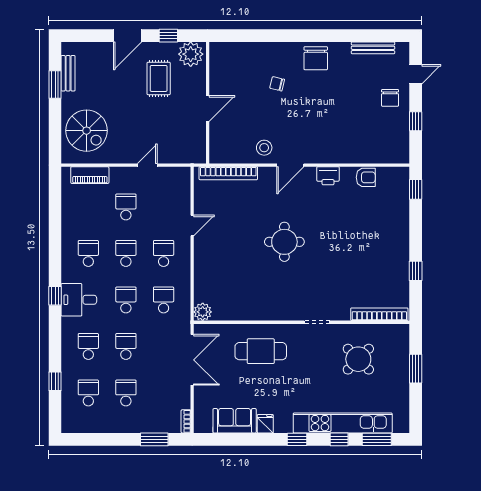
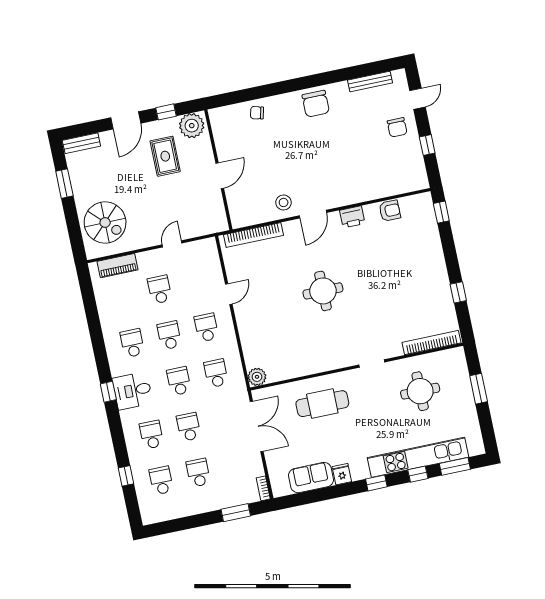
bench: (68, 73) -> (81, 143), moved, turned 90
chair: (277, 84) -> (257, 113), moved
round table: (358, 359) -> (420, 391), turned 45

